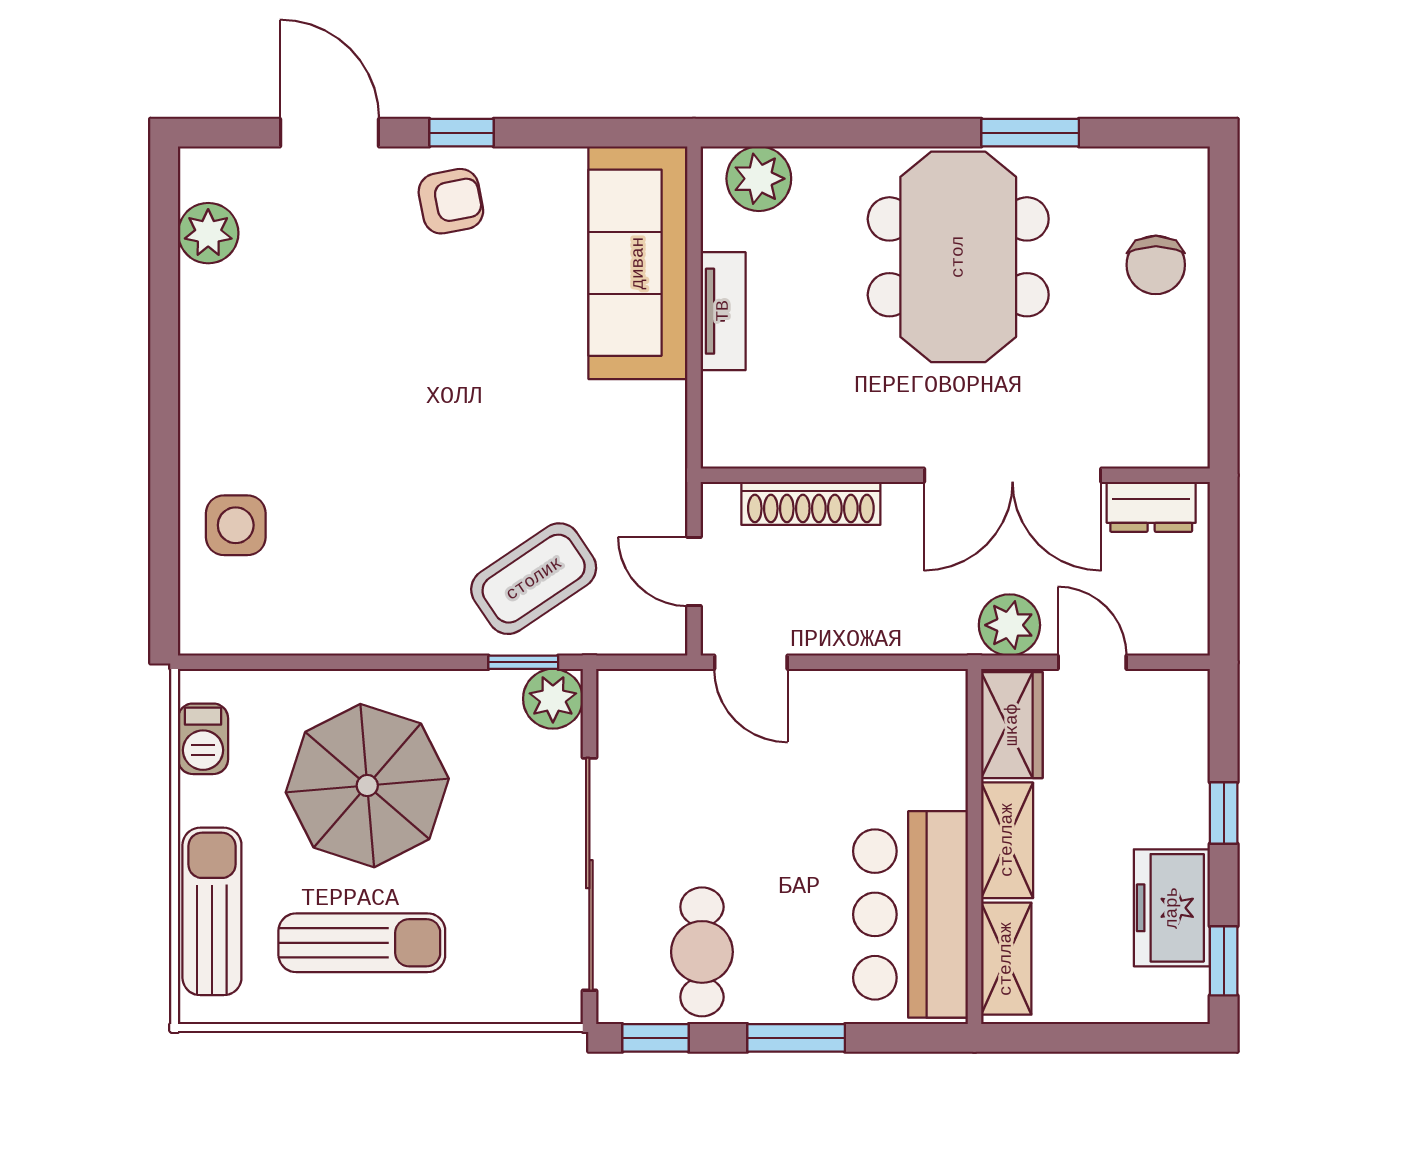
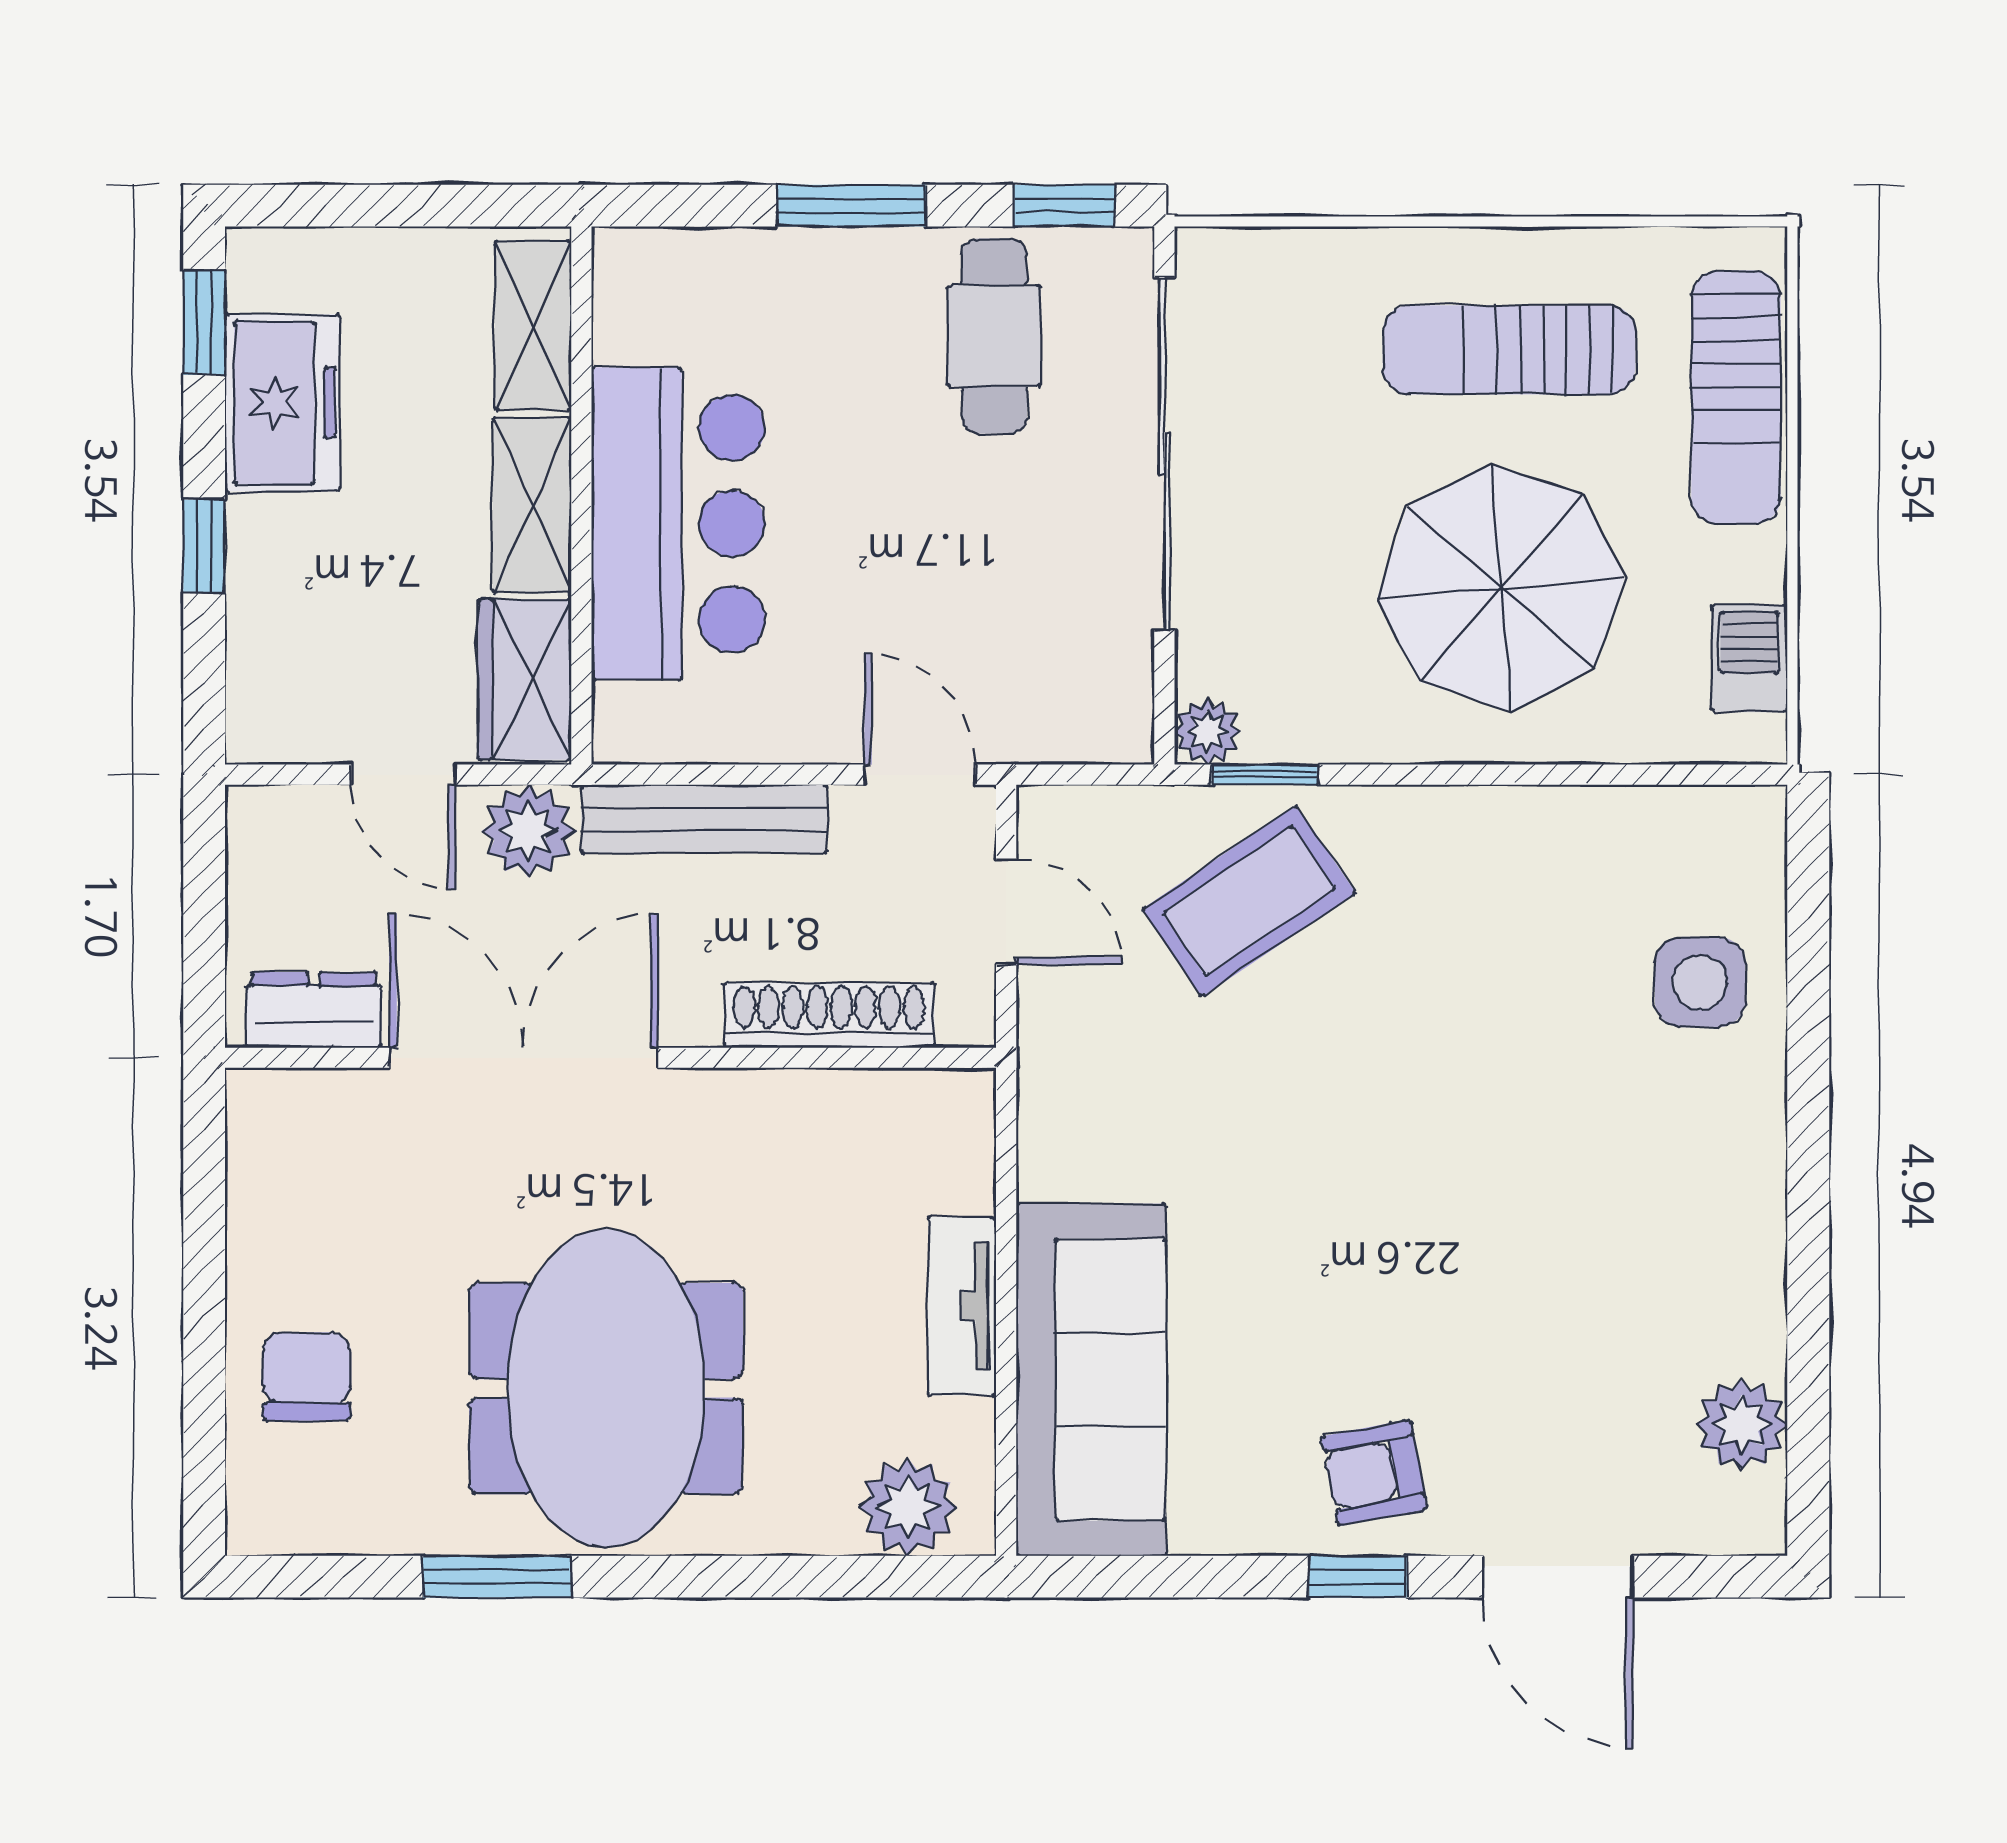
bench: (893, 633) -> (704, 819), added
plant: (553, 699) -> (1207, 732), width x0.73, depth x0.73
bar counter: (911, 914) -> (678, 524), moved

